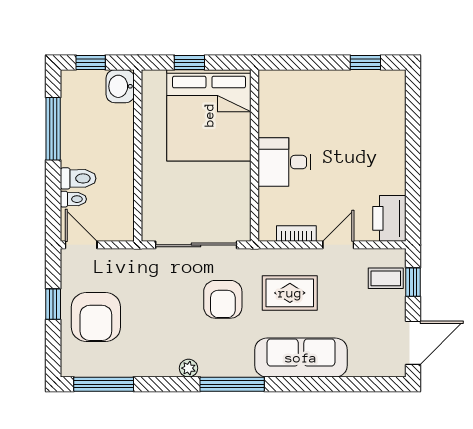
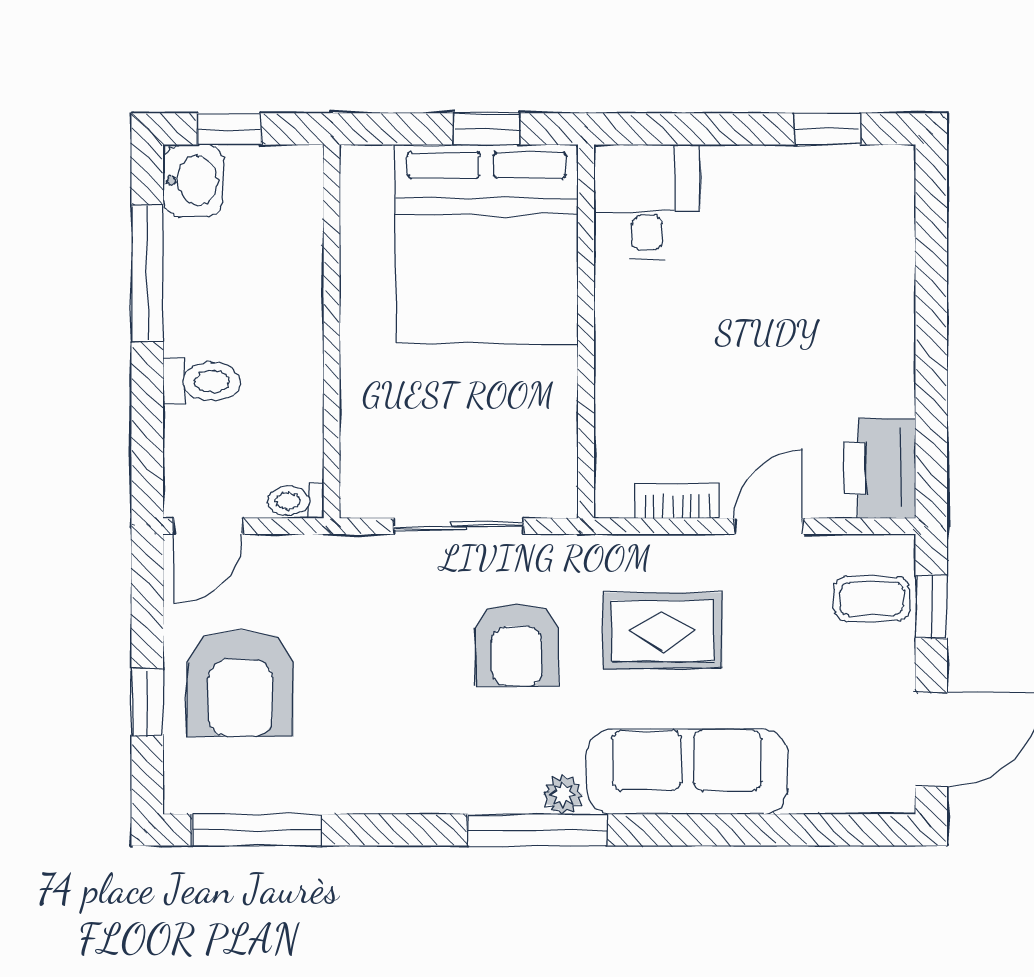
window: (189, 63) -> (486, 129), moved
washbasin: (120, 86) -> (193, 180), moved, turned 180
desk: (284, 162) -> (647, 202), moved, turned 90
toilet: (73, 199) -> (295, 501), moved, turned 180
door: (81, 245) -> (208, 526), swing flipped
sliding door: (196, 245) -> (459, 526), width x0.73
window: (53, 304) -> (147, 702), moved
plant: (189, 368) -> (563, 795), moved

